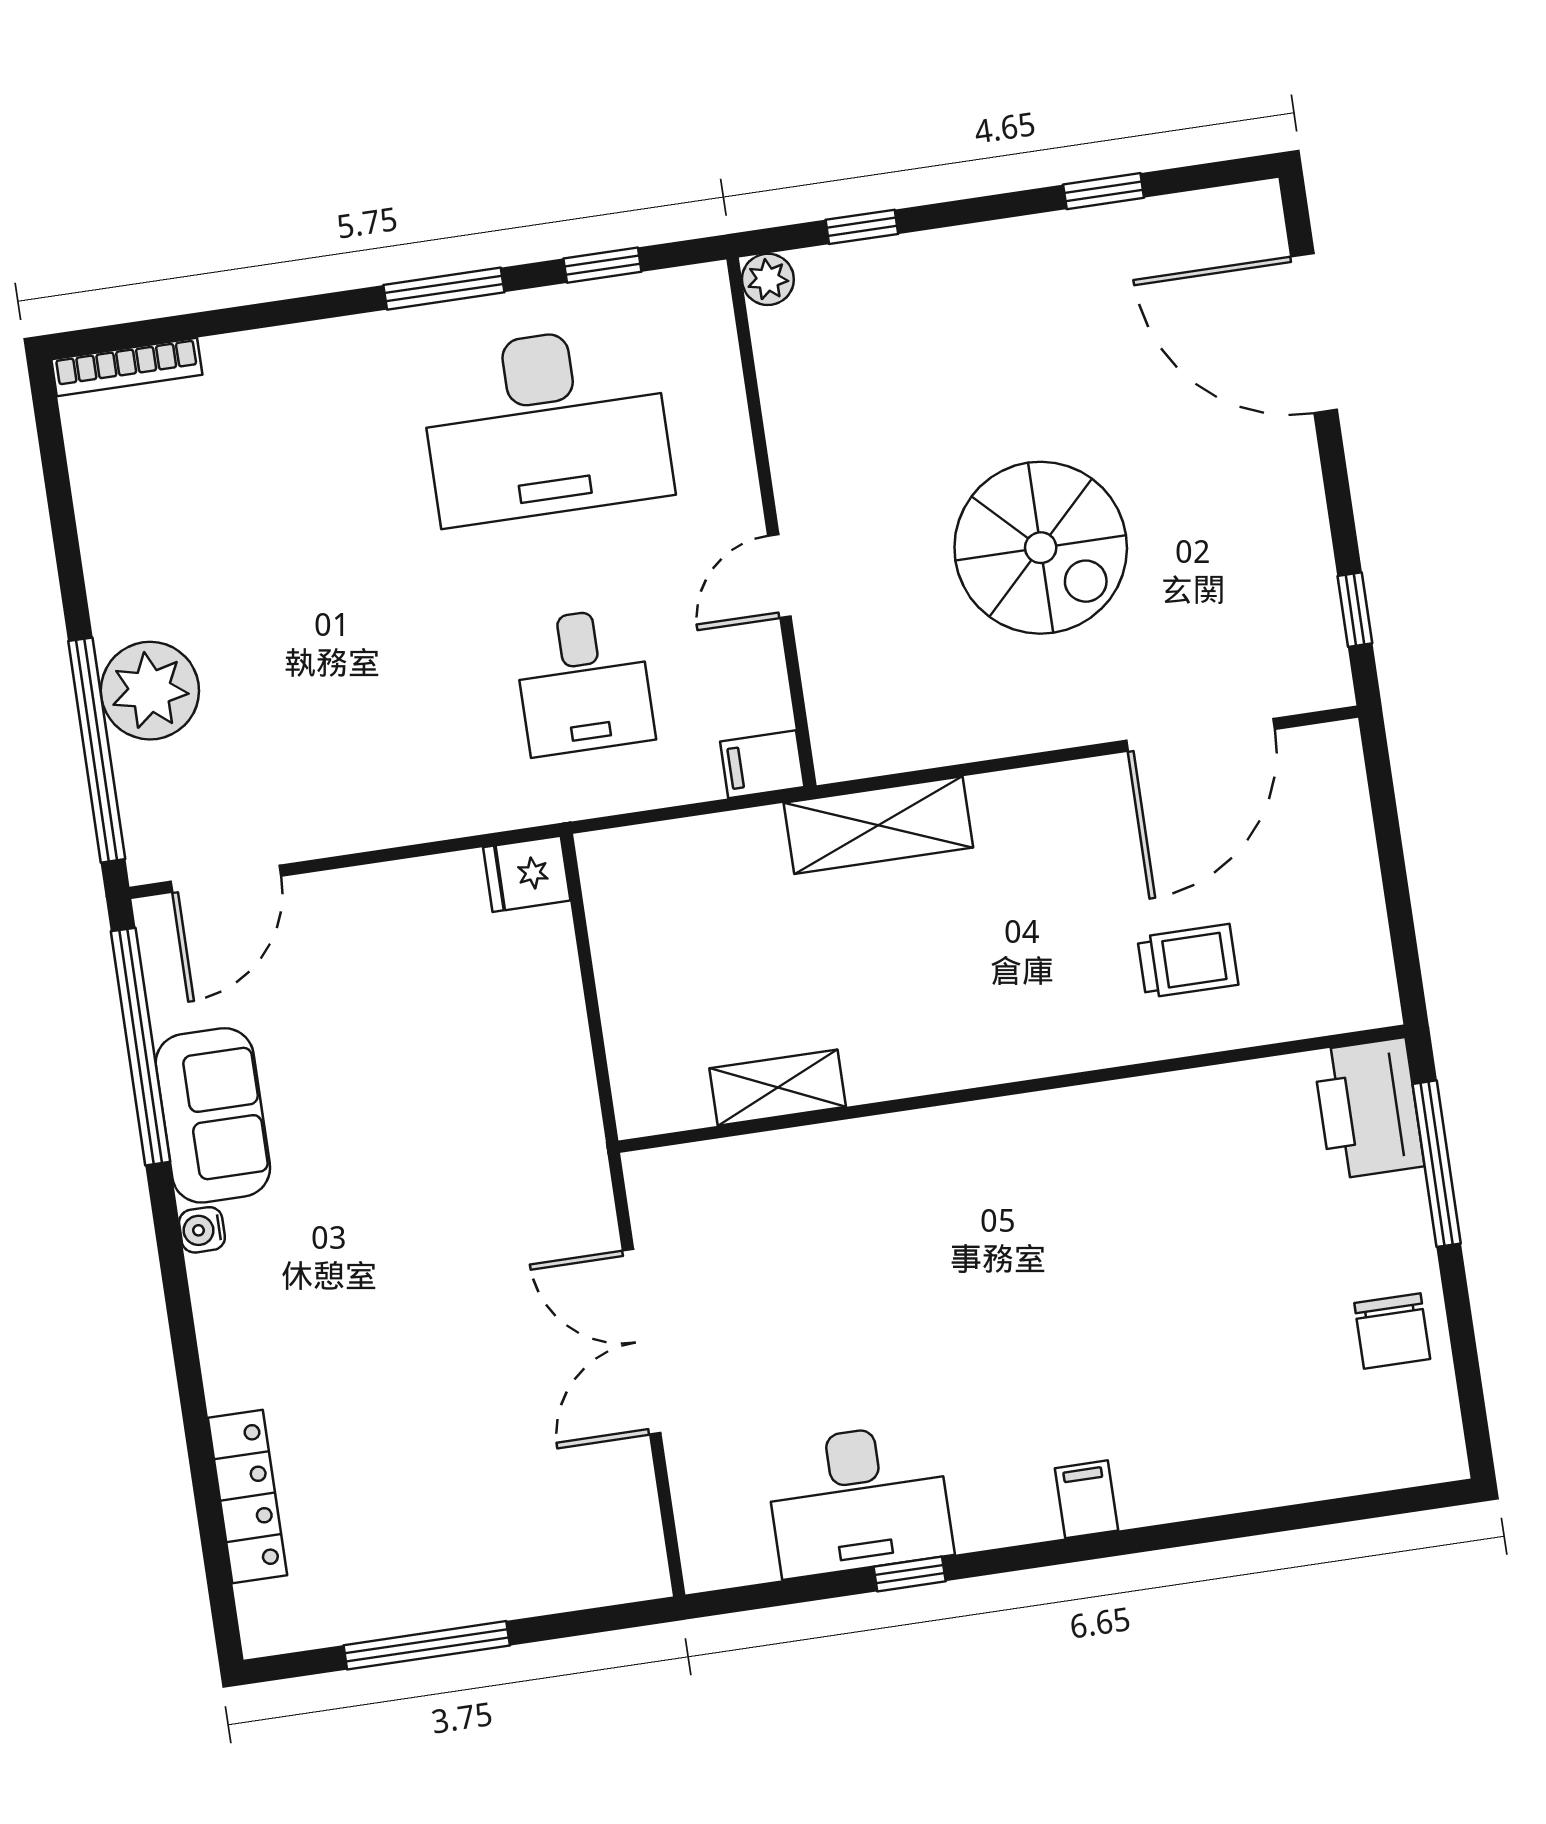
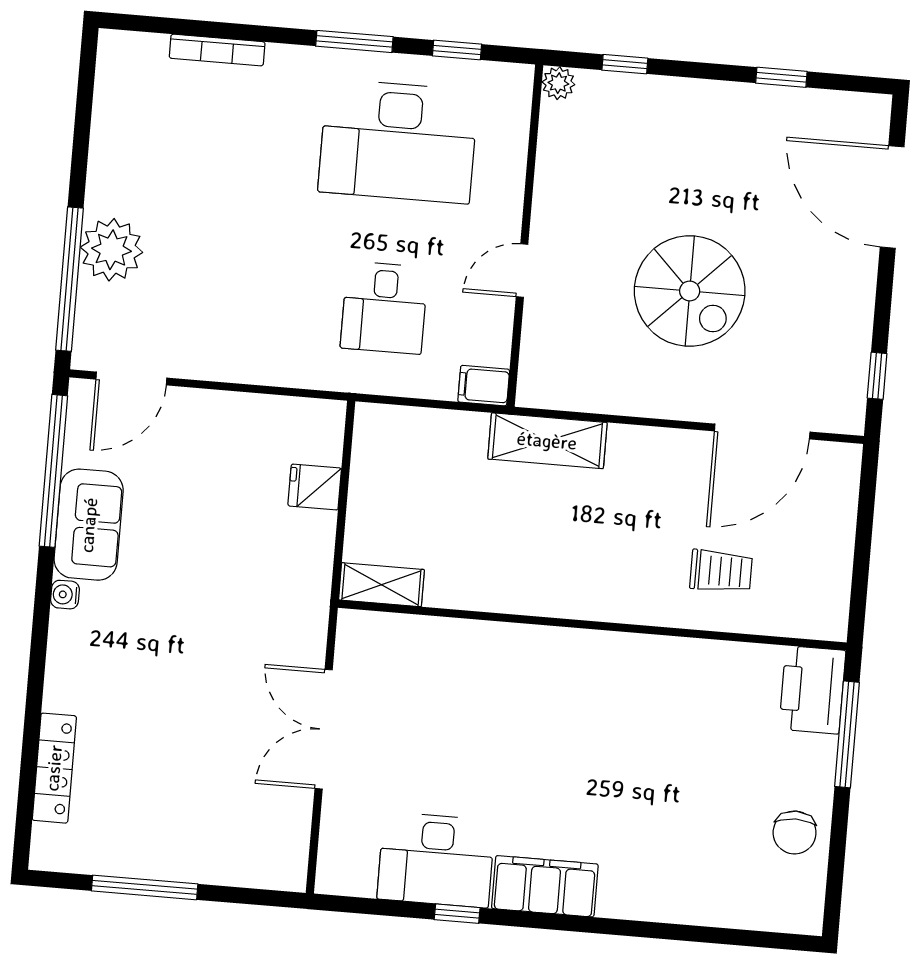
bookcase: (127, 367) -> (217, 50), moved
fridge: (527, 874) -> (315, 487), moved
shelving: (778, 1088) -> (381, 585), moved
filing cabinet: (1086, 1499) -> (545, 886), width x3.00, depth x1.17

